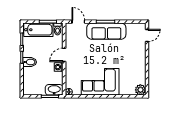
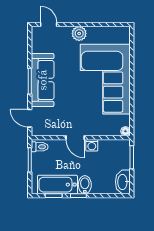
door: (78, 22) -> (30, 118), hinge flipped
bathtub: (38, 30) -> (57, 185), moved, turned -90
corner sofa: (100, 82) -> (105, 79), width x1.36, depth x1.36
washbasin: (54, 90) -> (123, 182), moved
plant: (140, 90) -> (79, 33), moved

